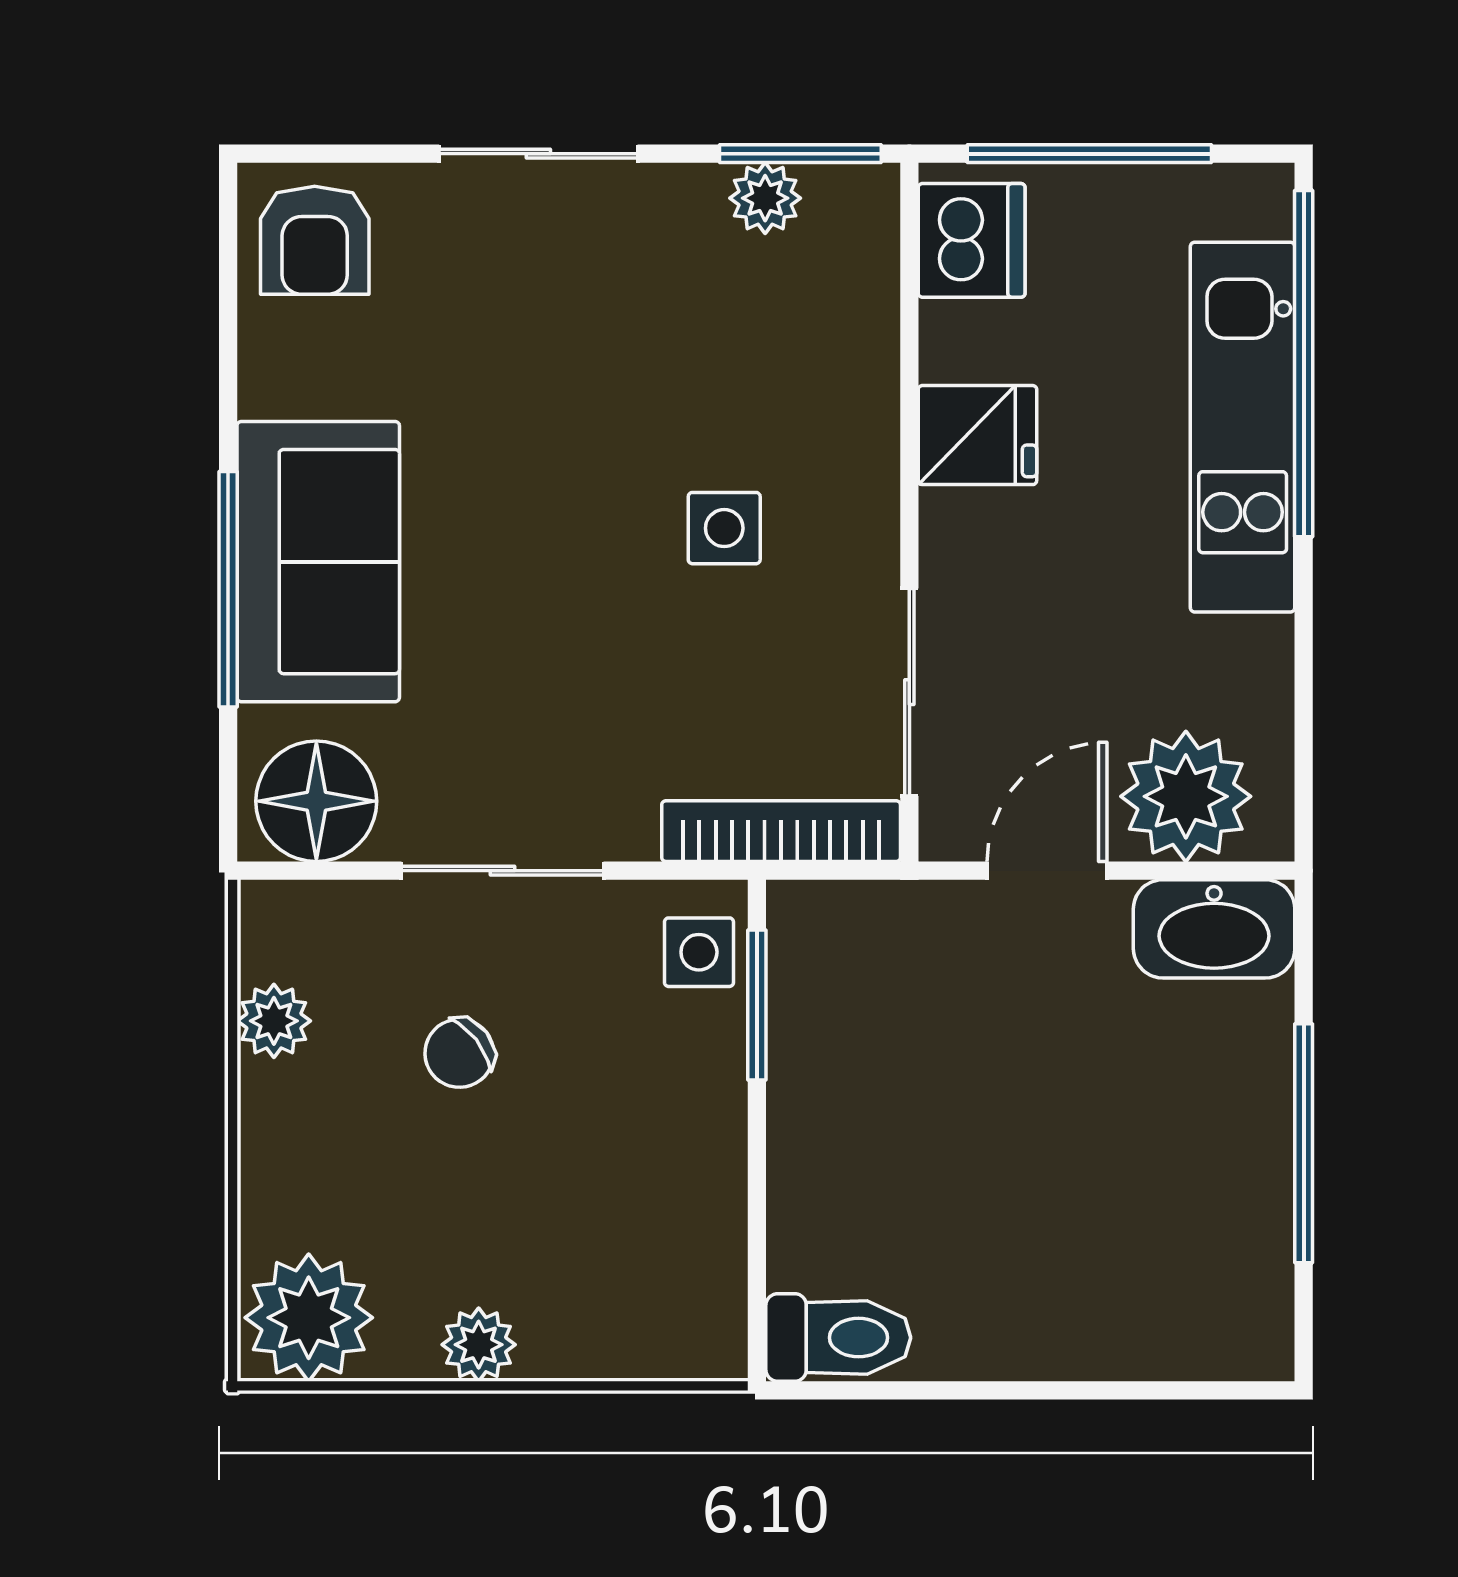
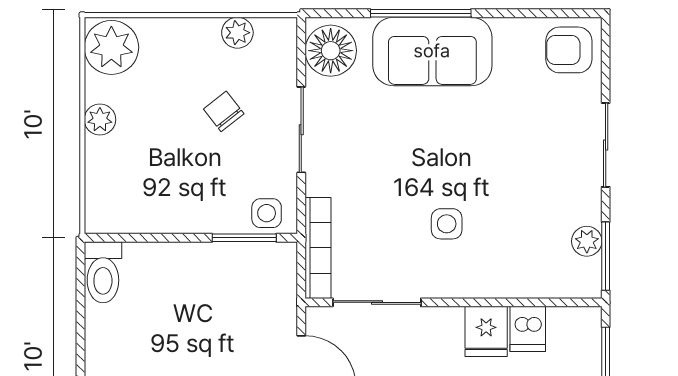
dishwasher: (972, 240) -> (528, 329), moved, width x0.73

